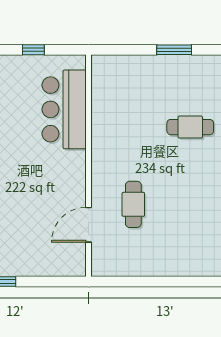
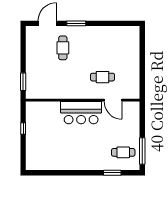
window: (174, 50) -> (23, 82), moved
bar counter: (64, 109) -> (81, 113), moved

